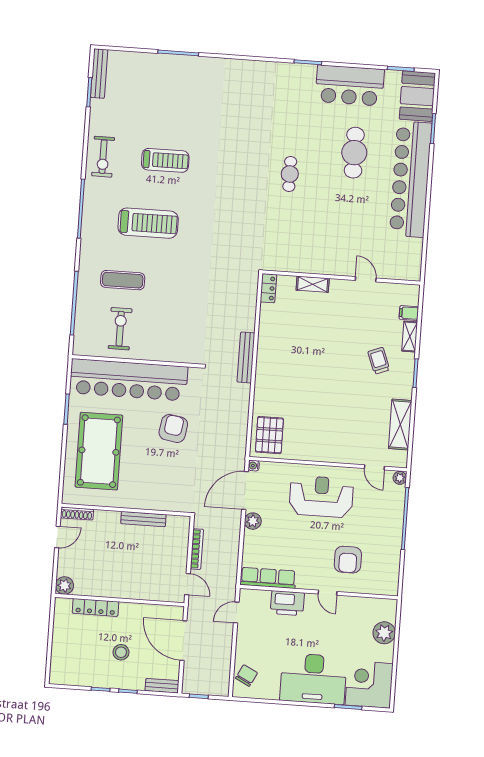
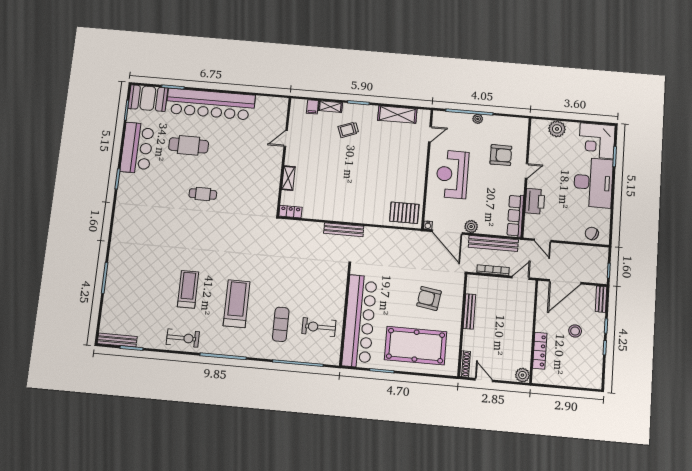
armchair: (173, 428) -> (429, 298), moved
plant: (400, 478) -> (478, 119), moved
bench: (231, 549) -> (493, 243), added

